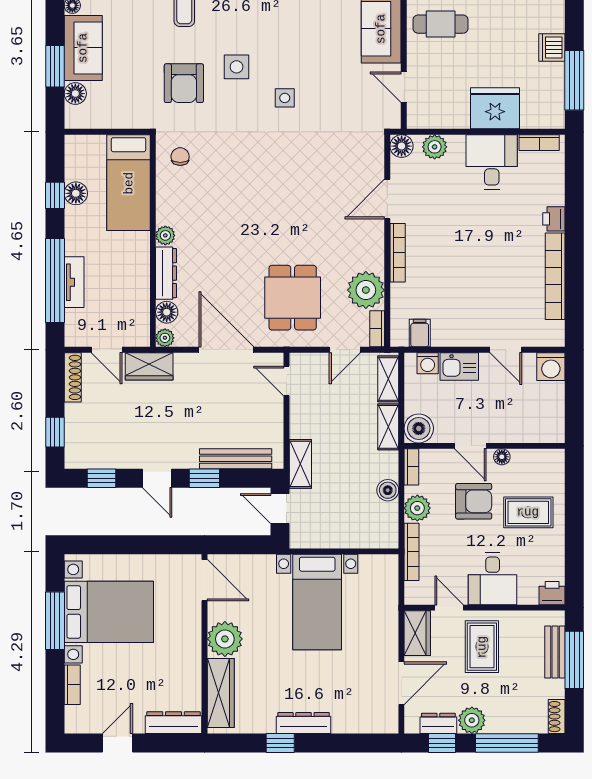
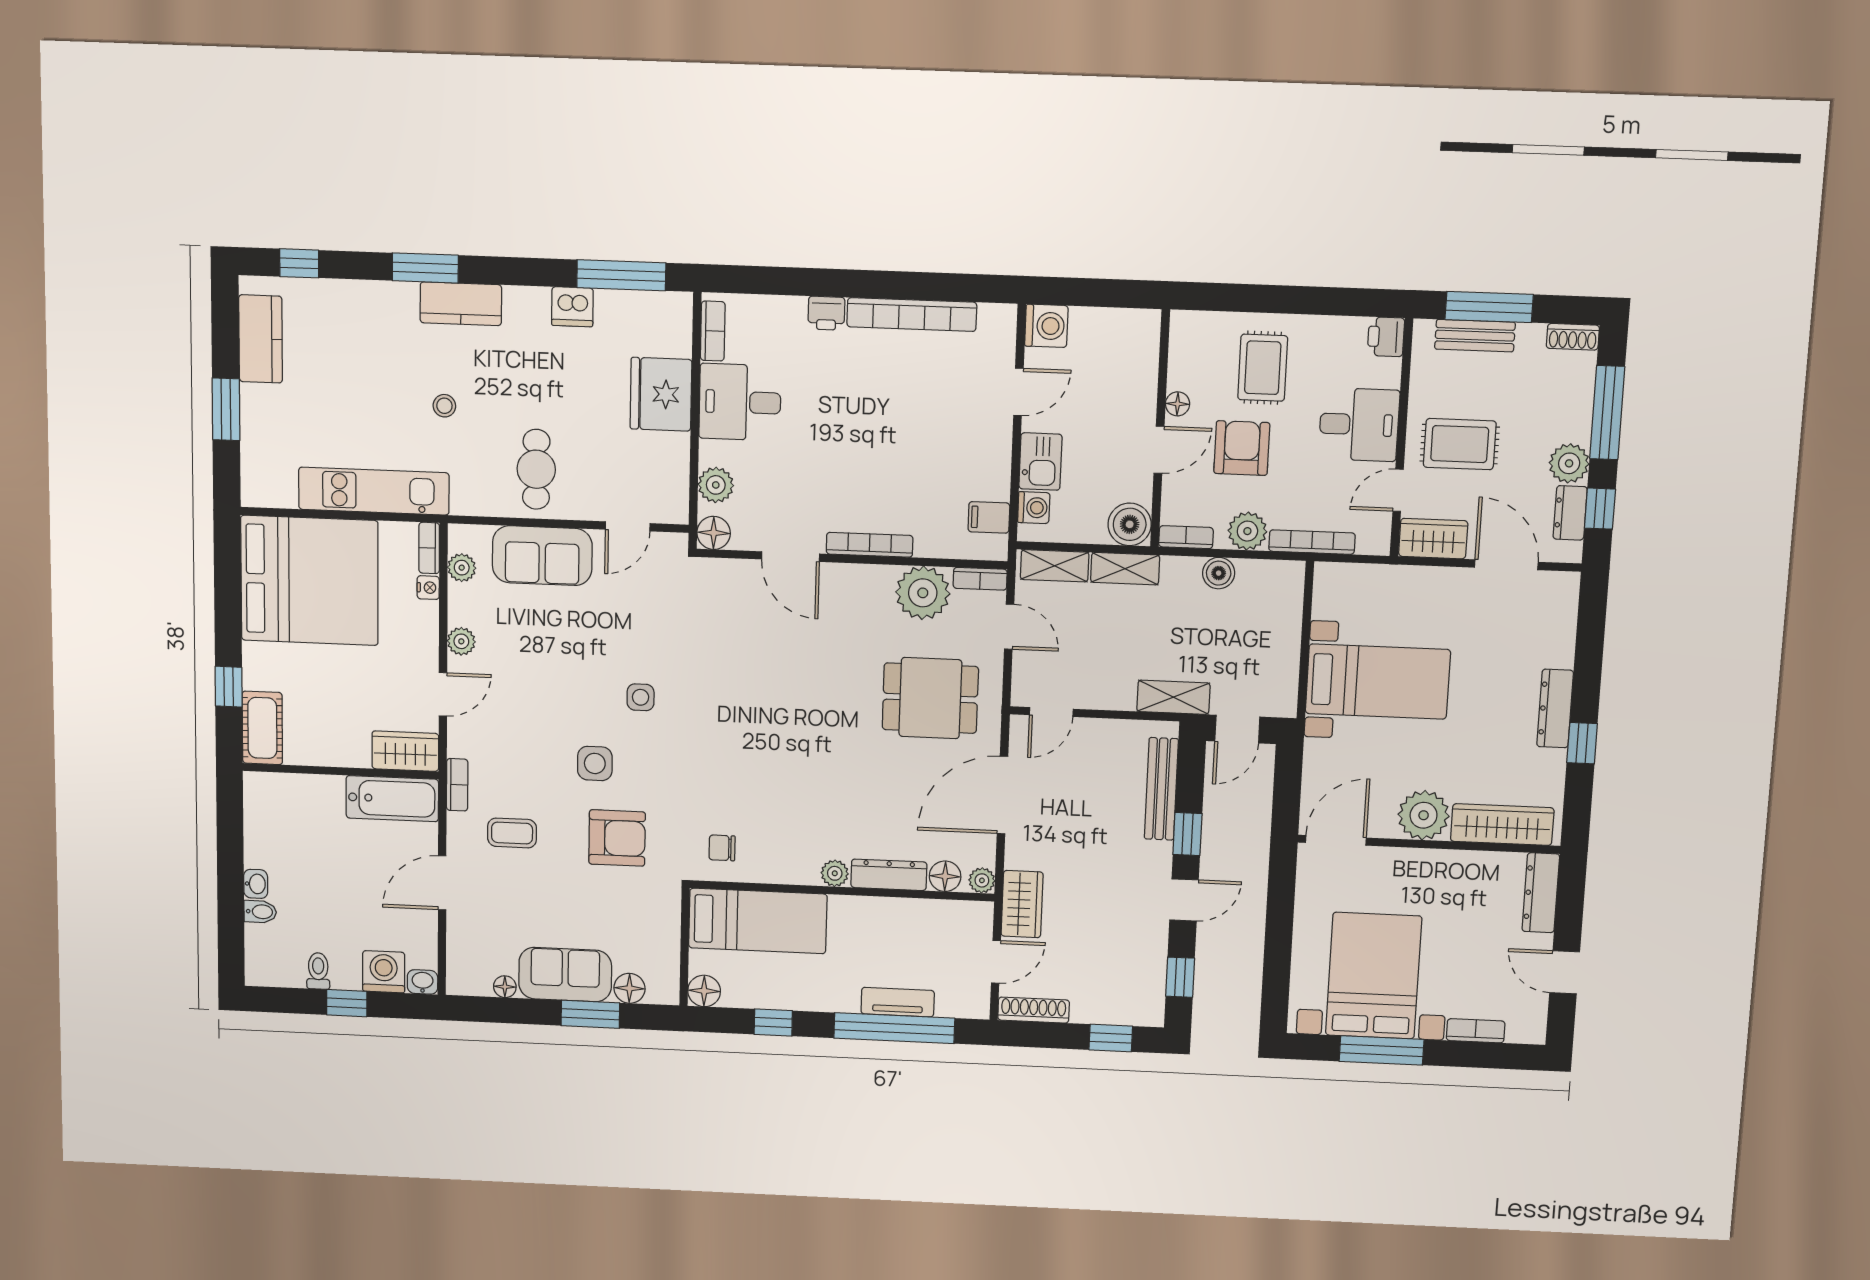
floor lamp: (76, 193) -> (704, 991), moved

